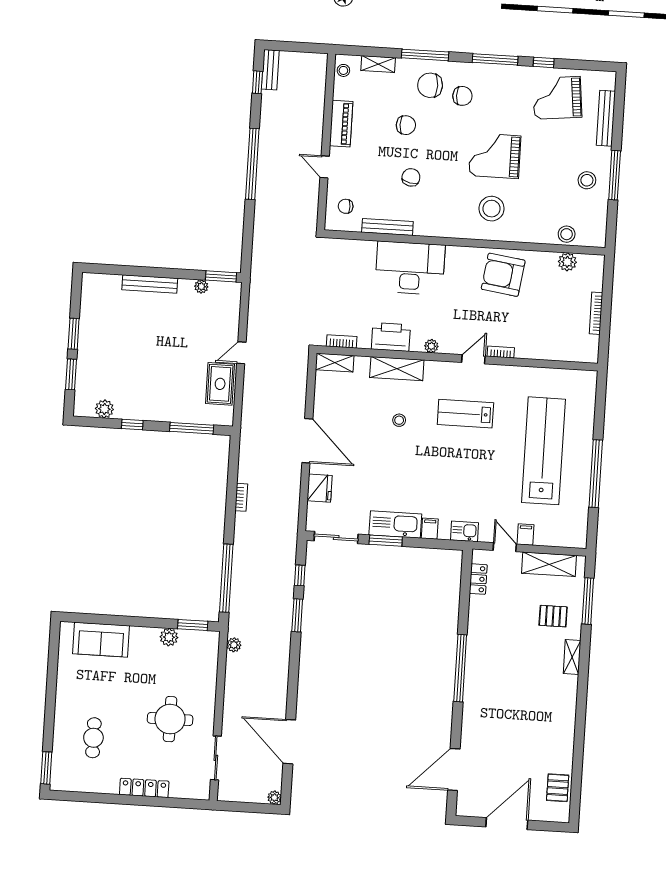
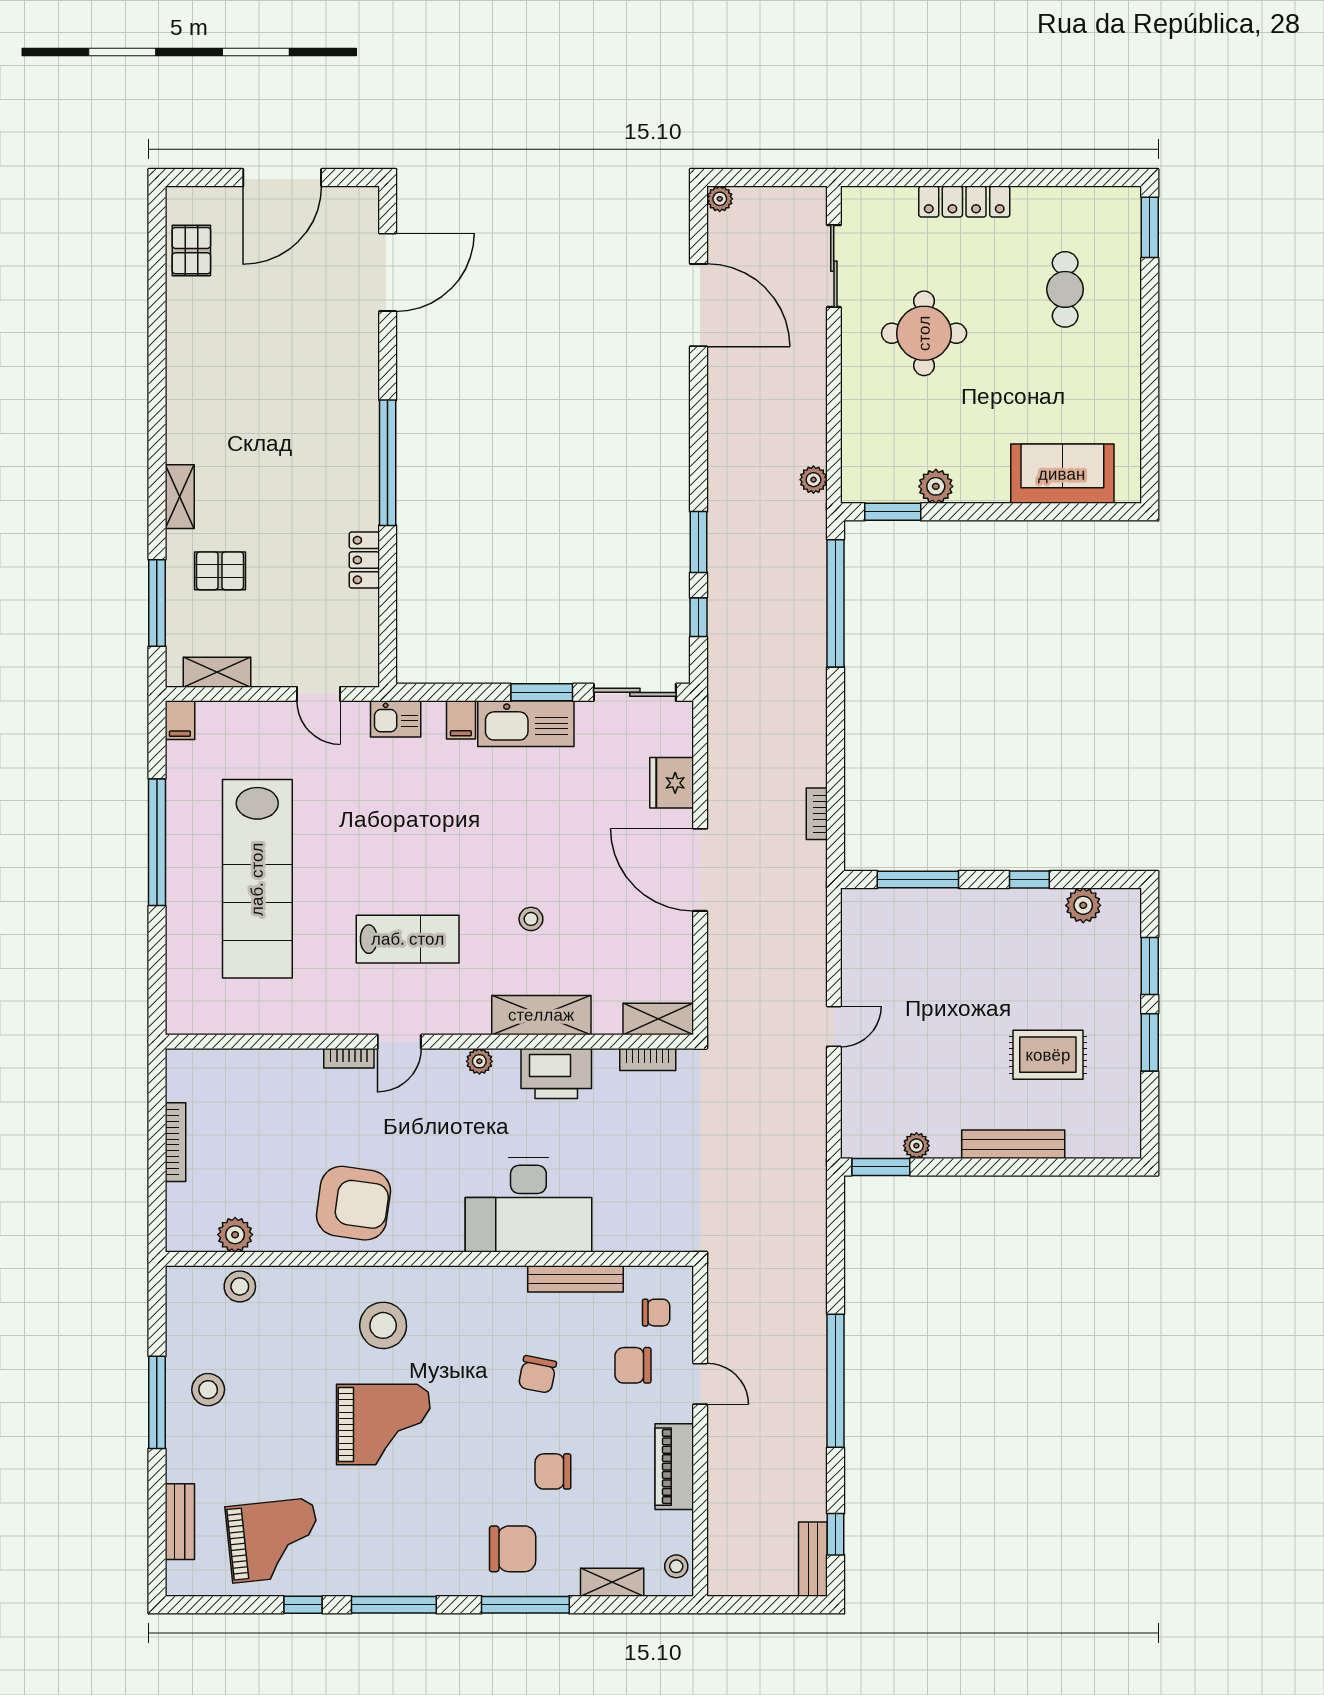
chair: (462, 96) -> (633, 1365), moved
bench: (606, 118) -> (180, 1522), width x0.73
rug: (220, 384) -> (1048, 1055), moved, turned 90
bookcase: (241, 497) -> (817, 814), moved
filing cabinet: (526, 535) -> (180, 720), moved
shelving: (549, 564) -> (217, 672), width x0.67, depth x0.75
locker: (478, 579) -> (364, 560), moved

